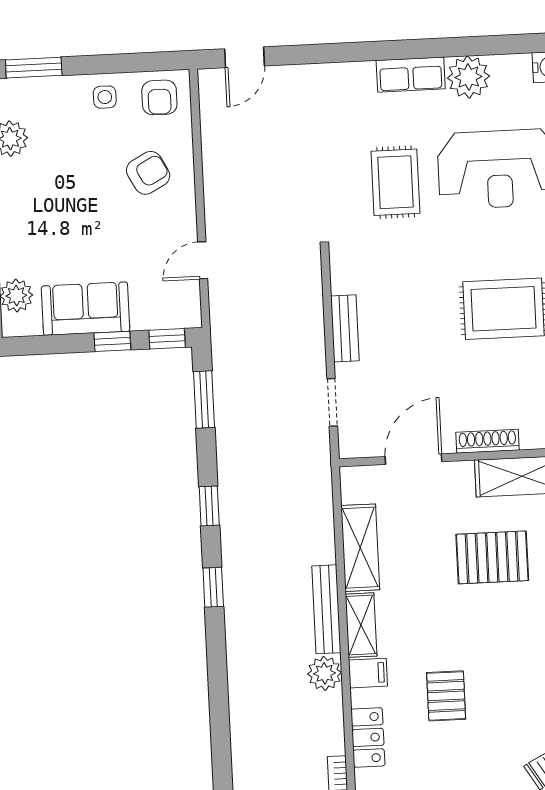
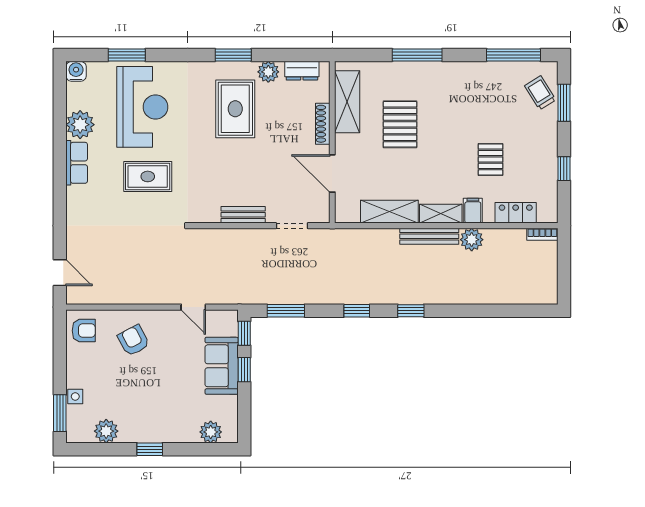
side table: (105, 97) -> (75, 396), moved
sofa: (86, 309) -> (222, 366), moved
pallet: (446, 696) -> (491, 159), turned 90

